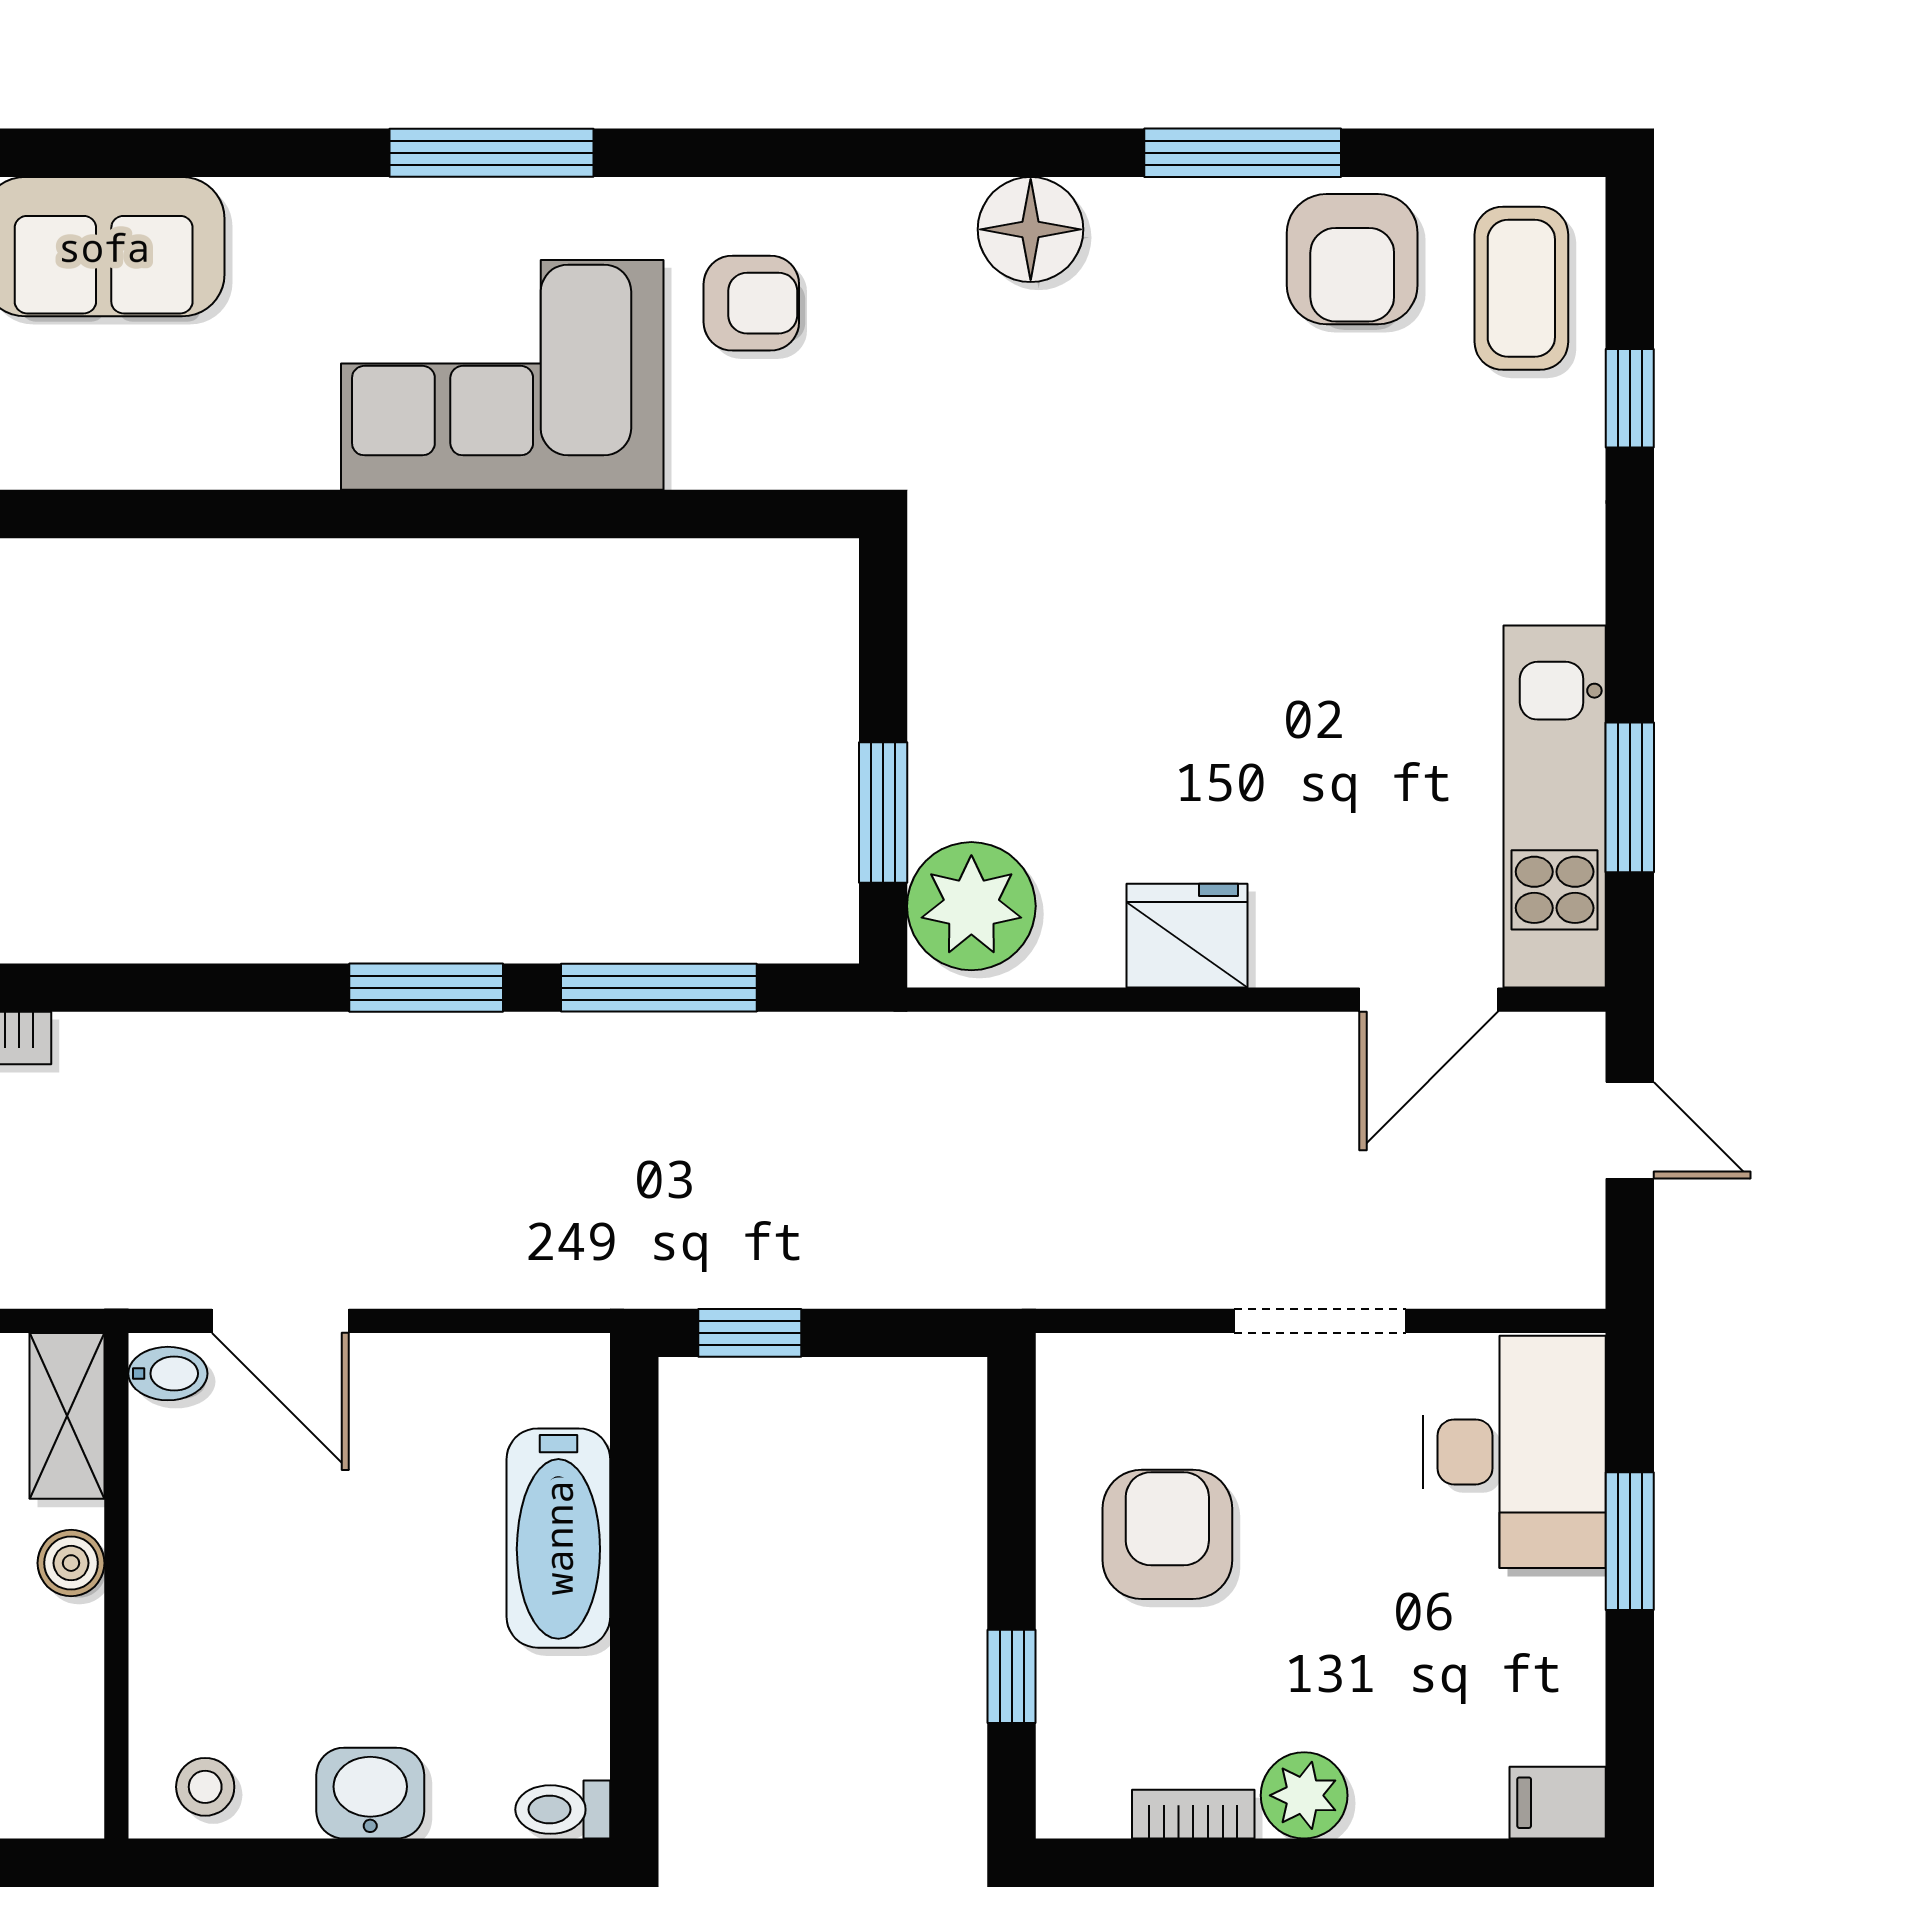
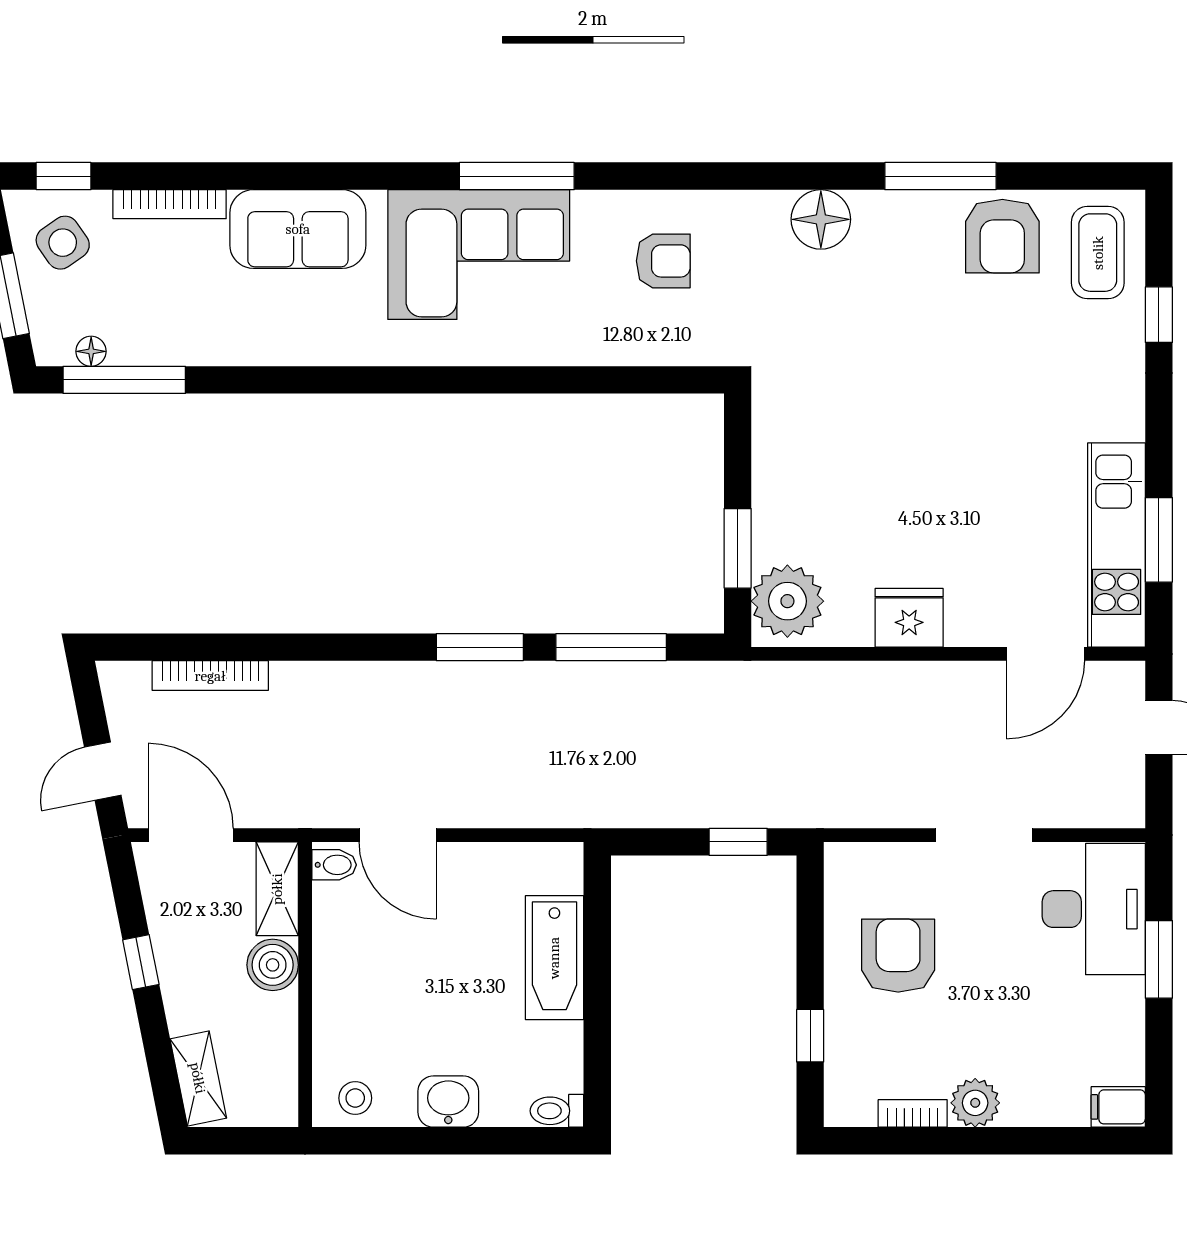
corner sofa: (502, 375) -> (479, 255), moved, turned 180
window: (750, 1333) -> (738, 842), moved
boiler: (71, 1563) -> (273, 965), width x1.36, depth x1.36

